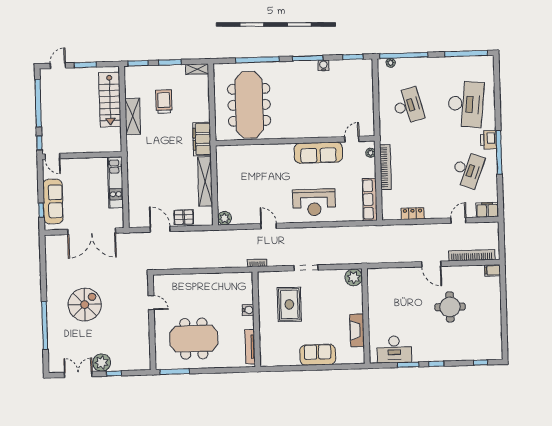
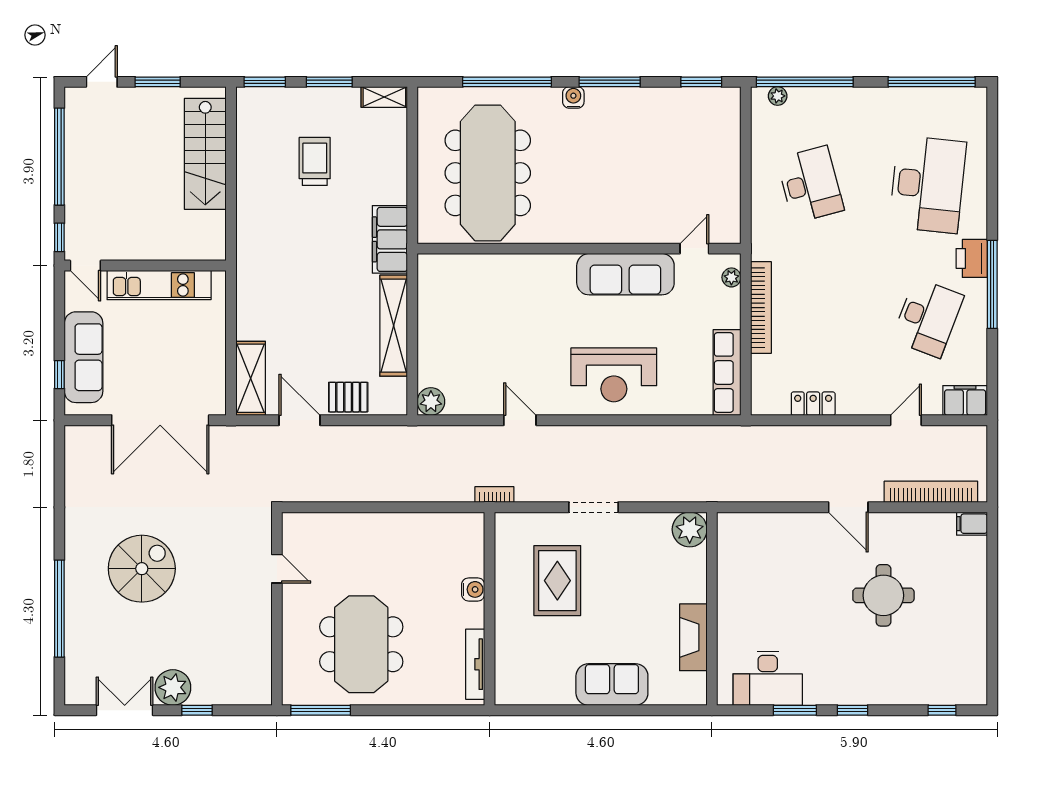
water cooler: (323, 65) -> (573, 97), moved
shelving: (133, 116) -> (251, 378), moved
kitchen unit: (115, 182) -> (159, 285), moved, turned -90
meeting table: (194, 339) -> (361, 644), turned 90

